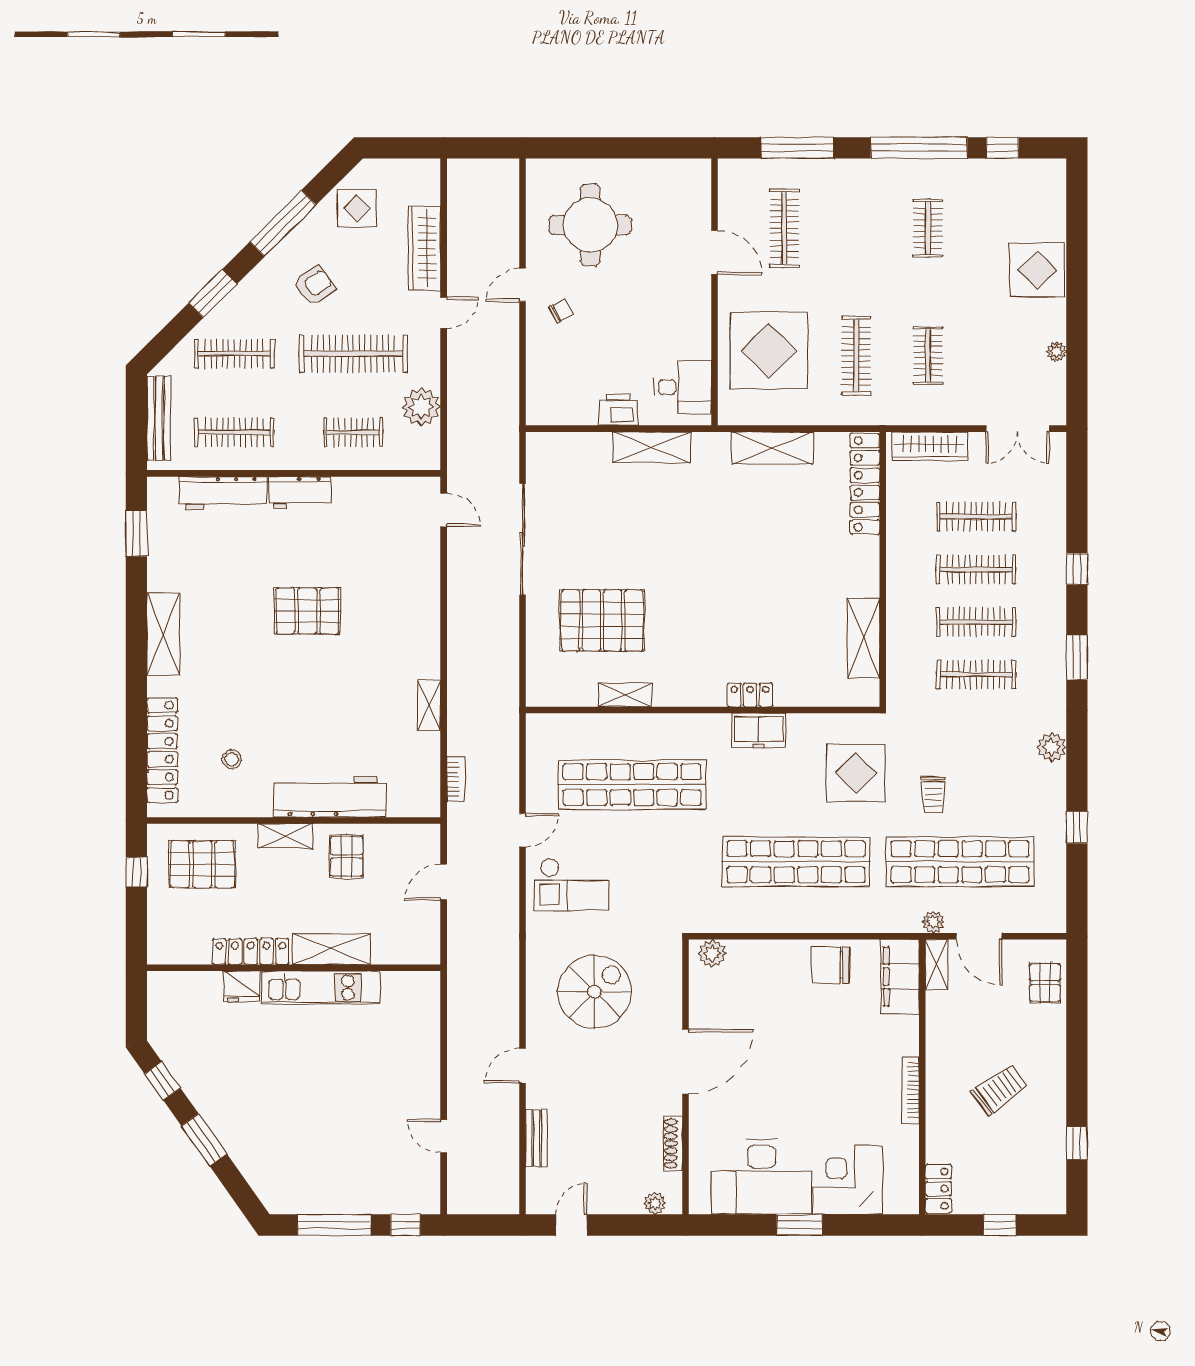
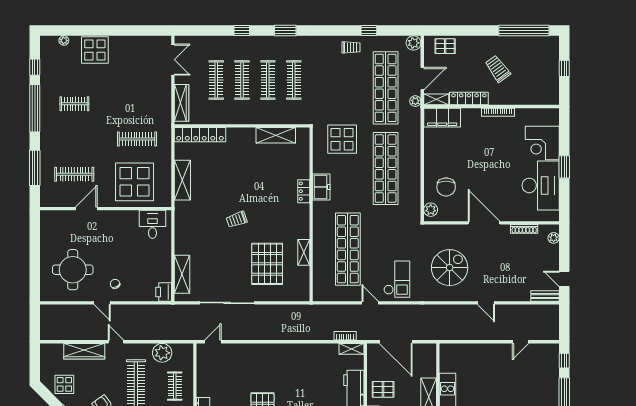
plant: (1057, 351) -> (64, 41), moved
clothes rail: (928, 356) -> (137, 104), removed
printer: (618, 410) -> (164, 292), moved
shelving: (652, 447) -> (182, 274), moved
trolley: (692, 558) -> (237, 219), added
shelving: (429, 705) -> (351, 349), moved
plant: (1052, 747) -> (413, 43), moved
trolley: (933, 795) -> (351, 47), moved
door: (444, 882) -> (396, 342), width x1.87
chair: (830, 965) -> (446, 187), moved
spiral stairs: (594, 992) -> (450, 268), turned 90
bench: (537, 1138) -> (545, 296), moved
window: (1077, 1143) -> (524, 31), width x3.17
locker: (938, 1189) -> (469, 99), moved, width x1.53

